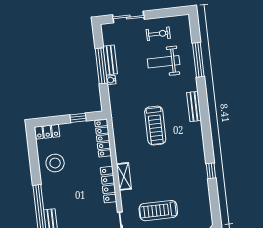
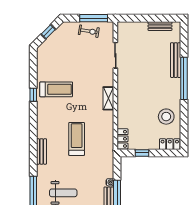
locker: (103, 138) -> (122, 139), width x0.66
locker: (109, 185) -> (122, 93), removed
treadmill: (158, 211) -> (56, 89), moved

